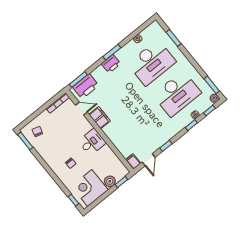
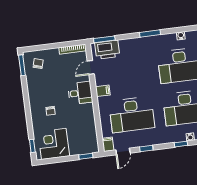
printer: (111, 64) -> (143, 43), removed
door: (81, 109) -> (91, 67), swing flipped
filing cabinet: (100, 118) -> (103, 91), width x0.50
desk: (137, 126) -> (132, 115), added
desk: (92, 142) -> (80, 93), moved
plant: (110, 181) -> (76, 149), removed

